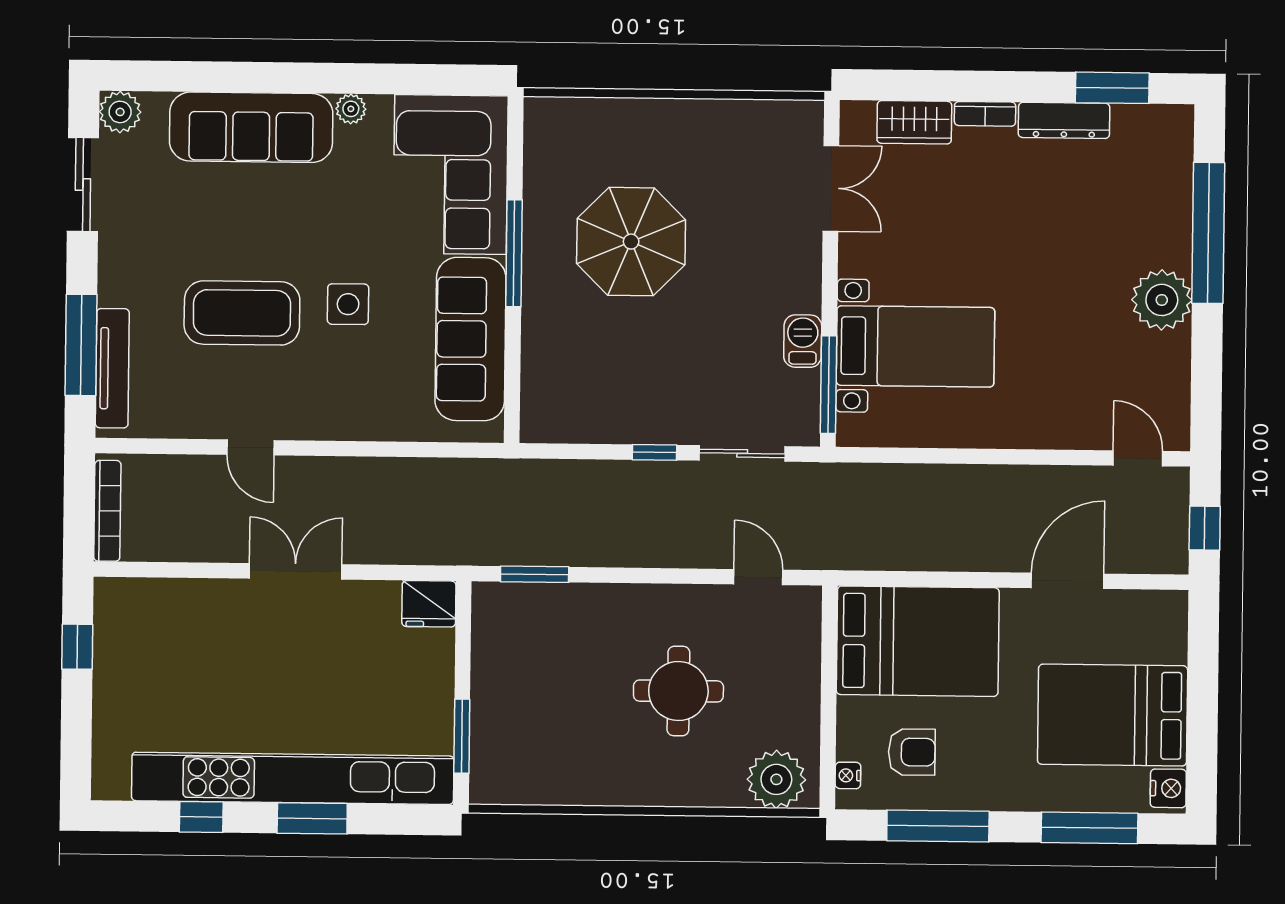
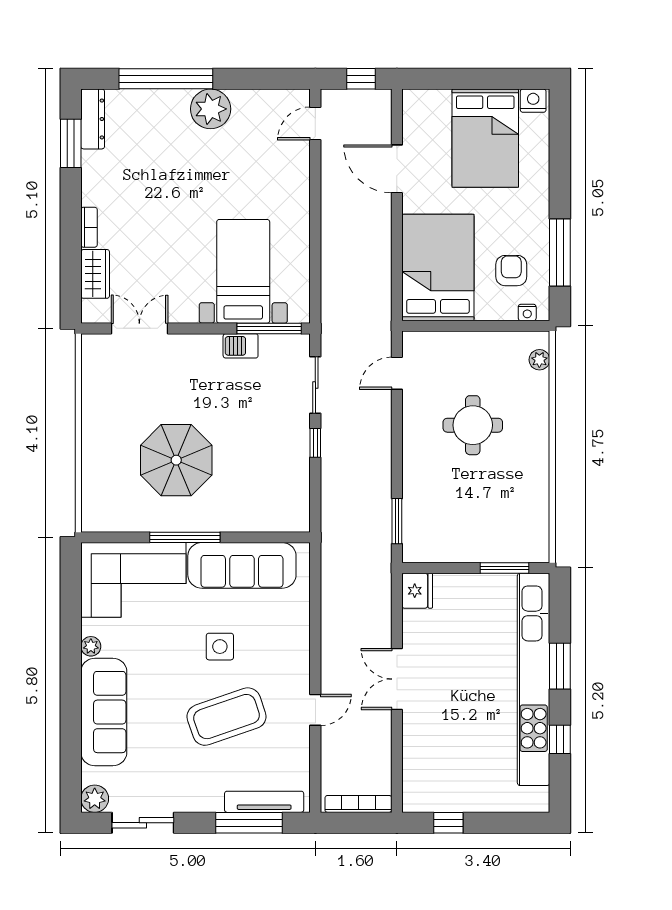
dresser: (1064, 120) -> (93, 119), moved
coffee table: (242, 313) -> (227, 717), turned 71
plant: (776, 779) -> (539, 360), width x0.53, depth x0.53
window: (1089, 828) -> (560, 152), removed

